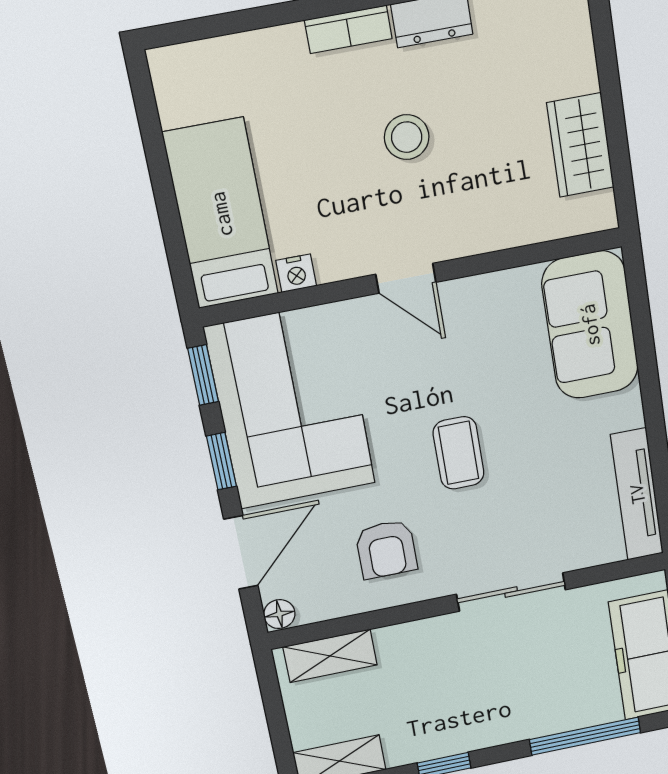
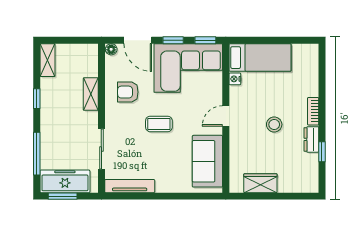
sofa: (590, 325) -> (207, 161), moved, turned -90
sliding door: (511, 592) -> (101, 149), moved
shelving: (330, 656) -> (91, 94), moved

